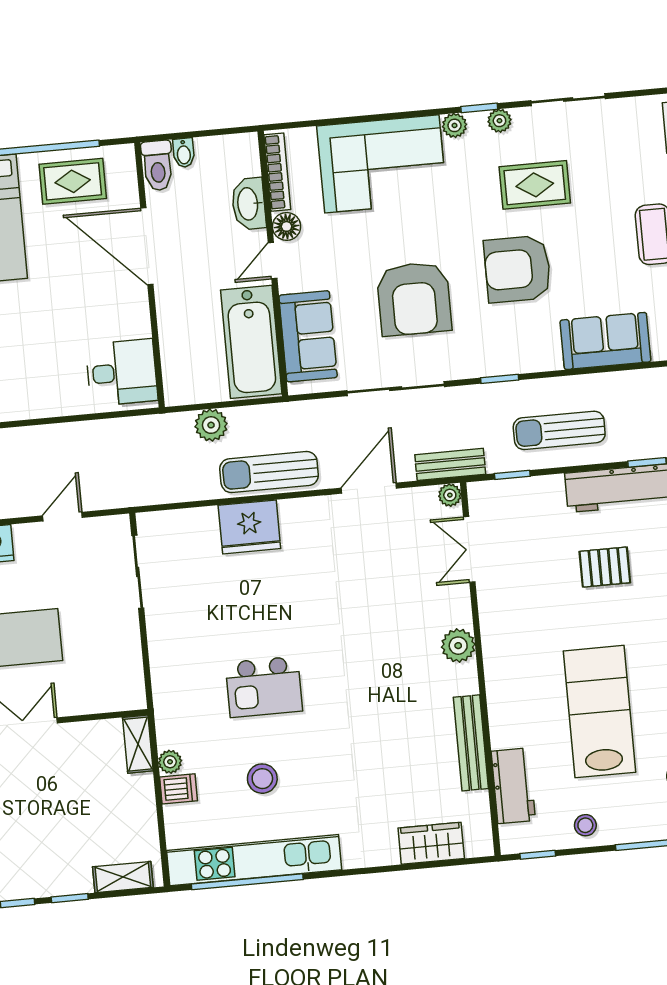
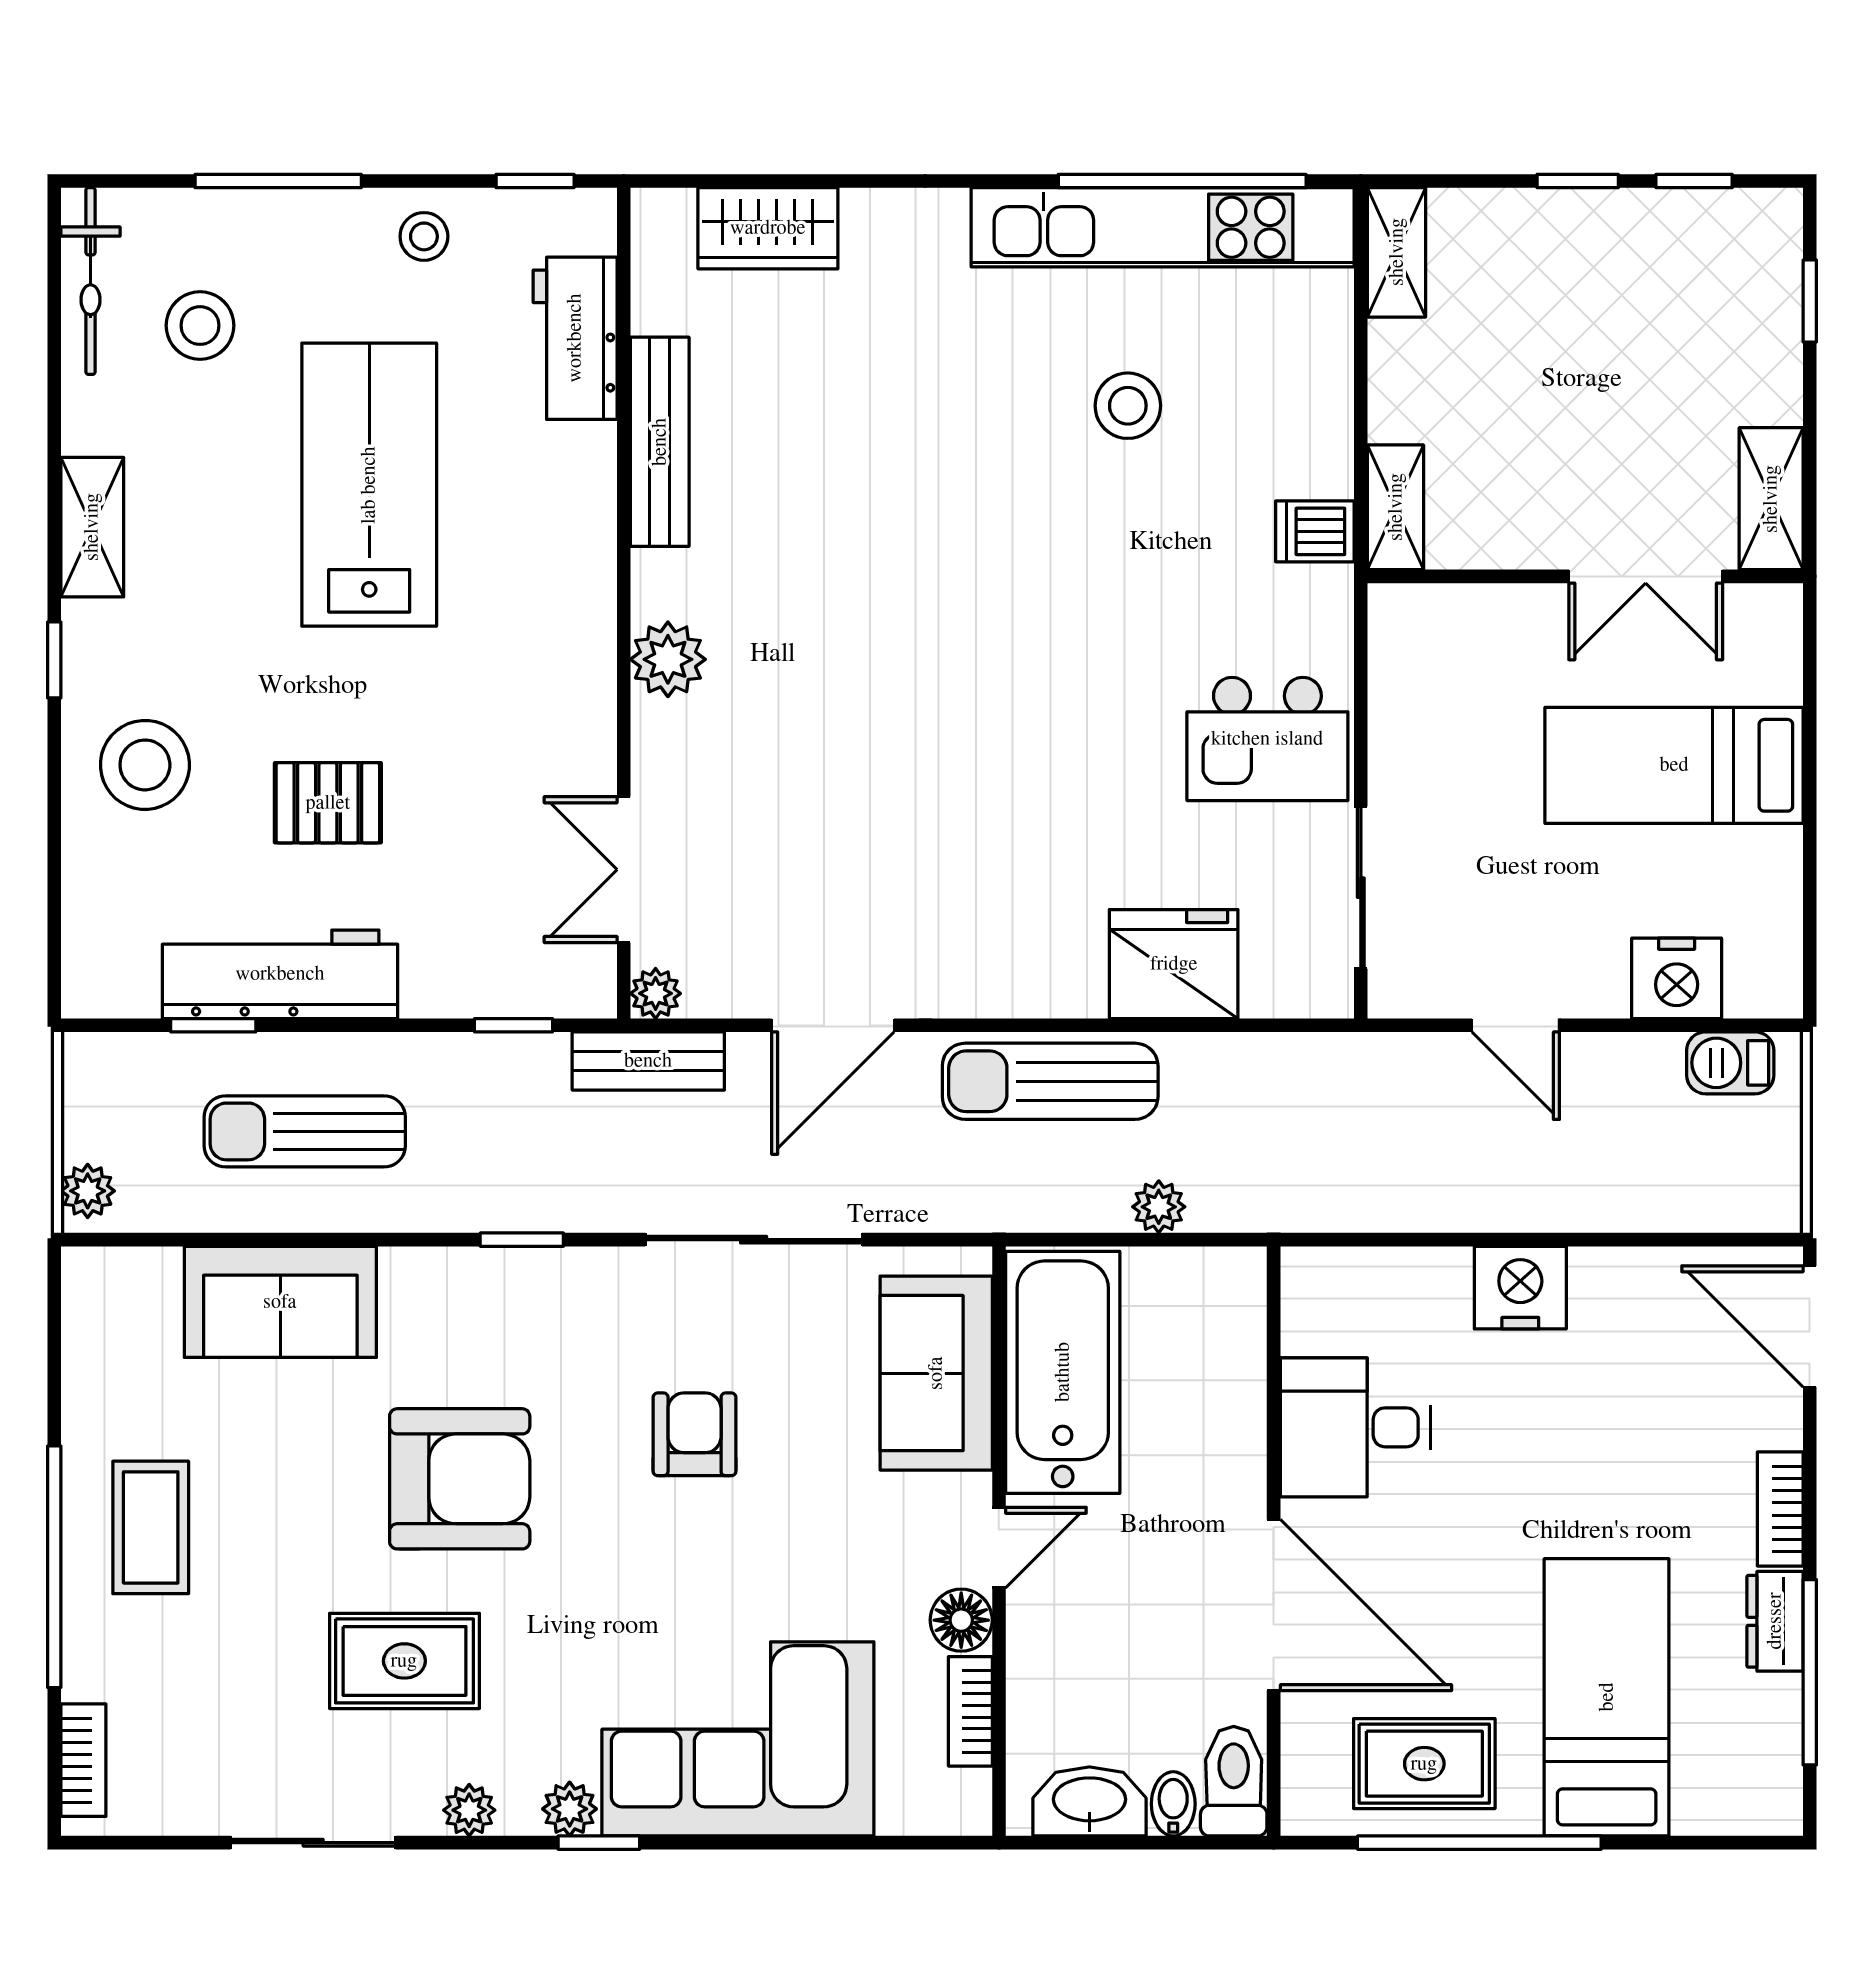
window: (479, 108) -> (599, 1843), moved
bookcase: (277, 172) -> (970, 1711), width x0.64
washbasin: (249, 204) -> (1089, 1801), moved, turned -90
armchair: (414, 299) -> (695, 1434), width x0.53, depth x0.53
desk: (122, 372) -> (1355, 1427), moved
nightstand: (49, 399) -> (1520, 1288), added
plant: (211, 425) -> (1159, 1207), width x0.73, depth x0.73
sun lounger: (559, 430) -> (305, 1131), moved, turned 180
sun lounger: (269, 472) -> (1050, 1081), turned 180
door: (62, 517) -> (1516, 1025), hinge flipped
fridge: (249, 527) -> (1174, 964), moved
double door: (469, 549) -> (624, 870), swing flipped
kitchen island: (264, 687) -> (1267, 739), moved, turned 180
lab bench: (600, 712) -> (369, 485), turned 180
plant: (170, 762) -> (1328, 462), removed
dishwasher: (179, 789) -> (1315, 531), moved
shelving: (123, 877) -> (1397, 252), moved, turned 90

